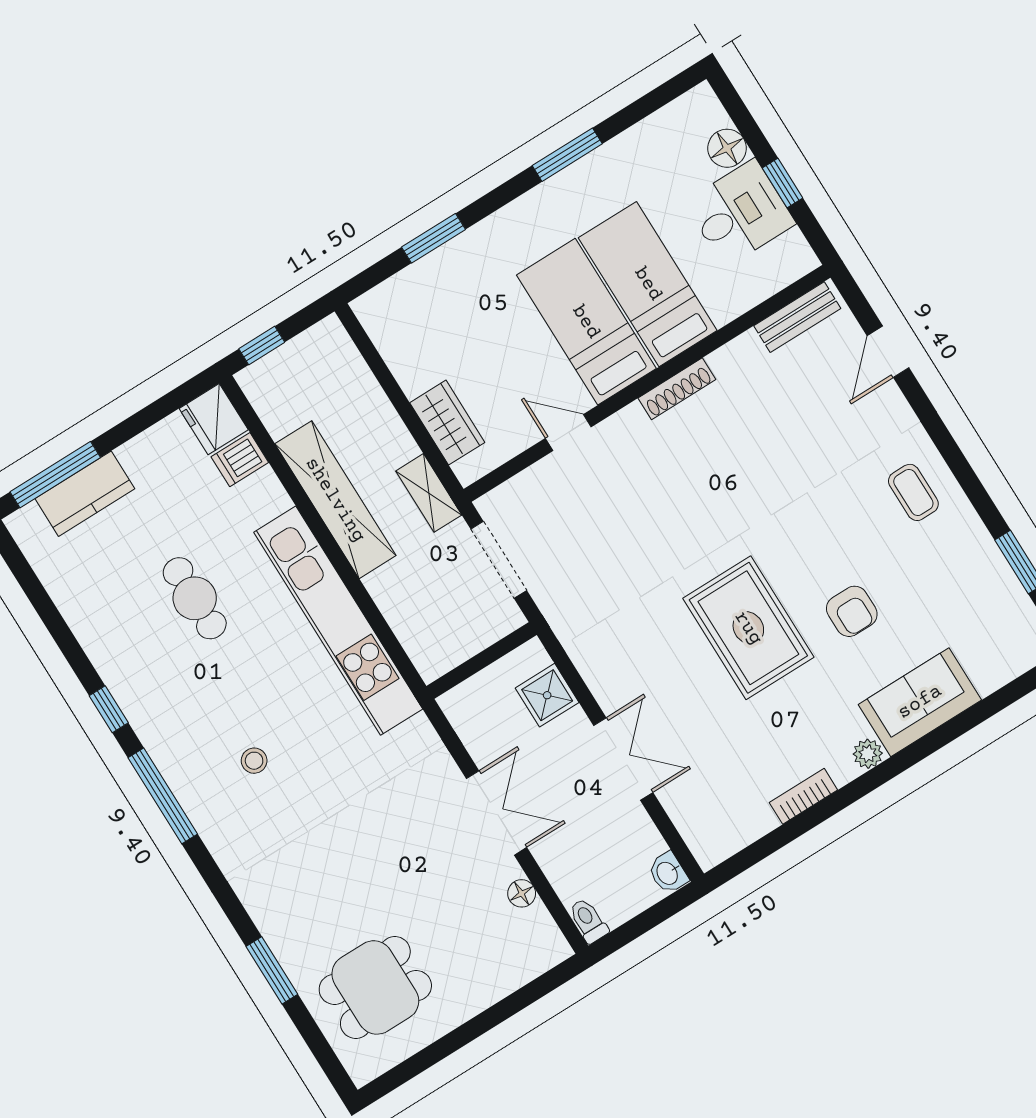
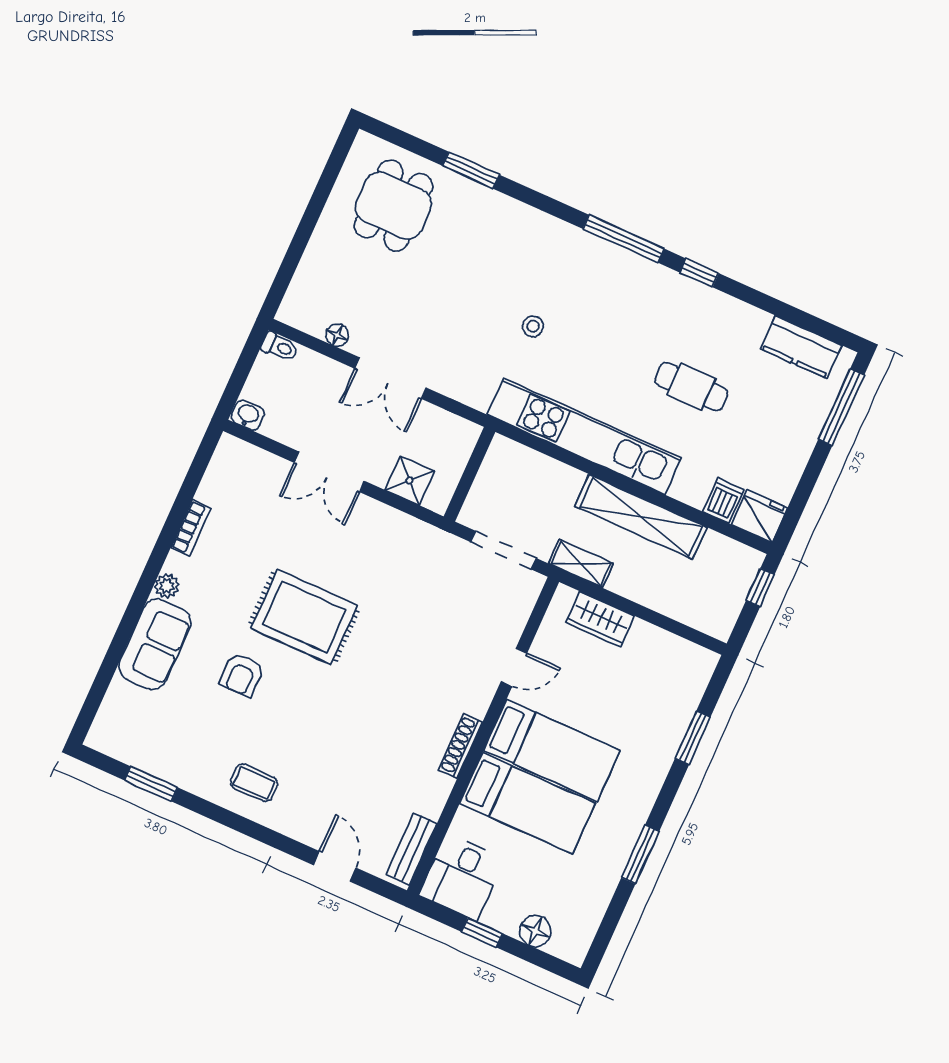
desk: (740, 213) -> (462, 877), moved
kitchen counter: (85, 494) -> (801, 347), moved, turned -90
armchair: (852, 611) -> (242, 675), turned -90
stool: (254, 761) -> (533, 326), moved

